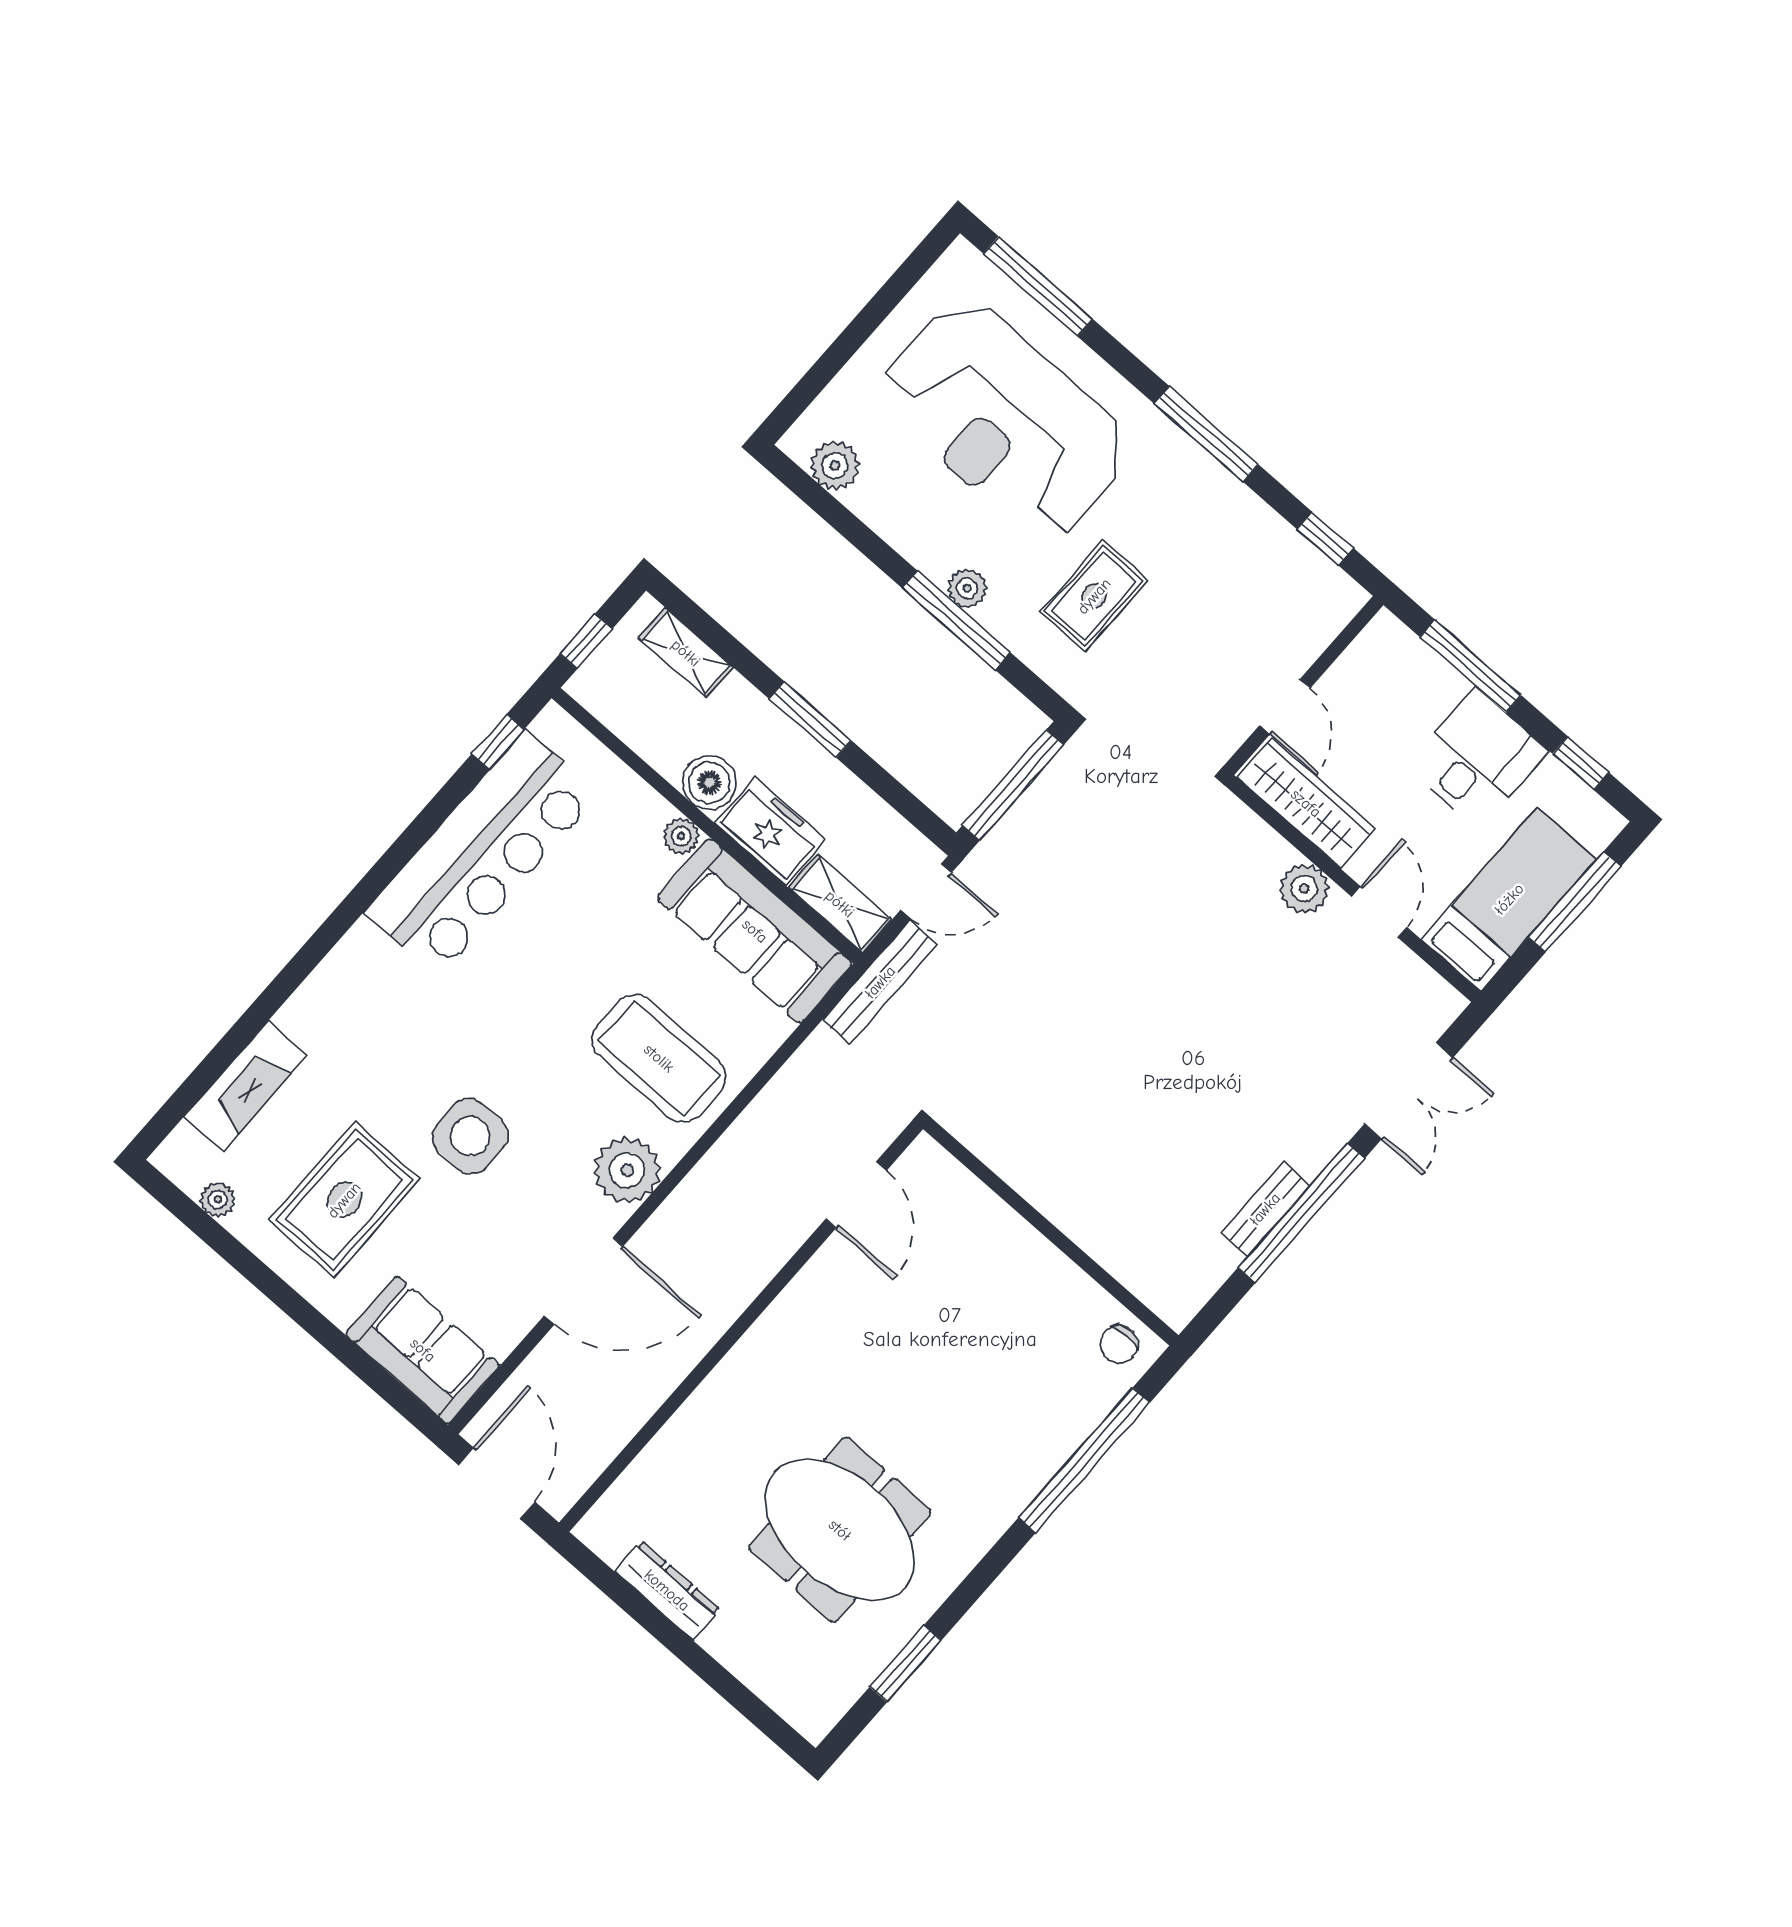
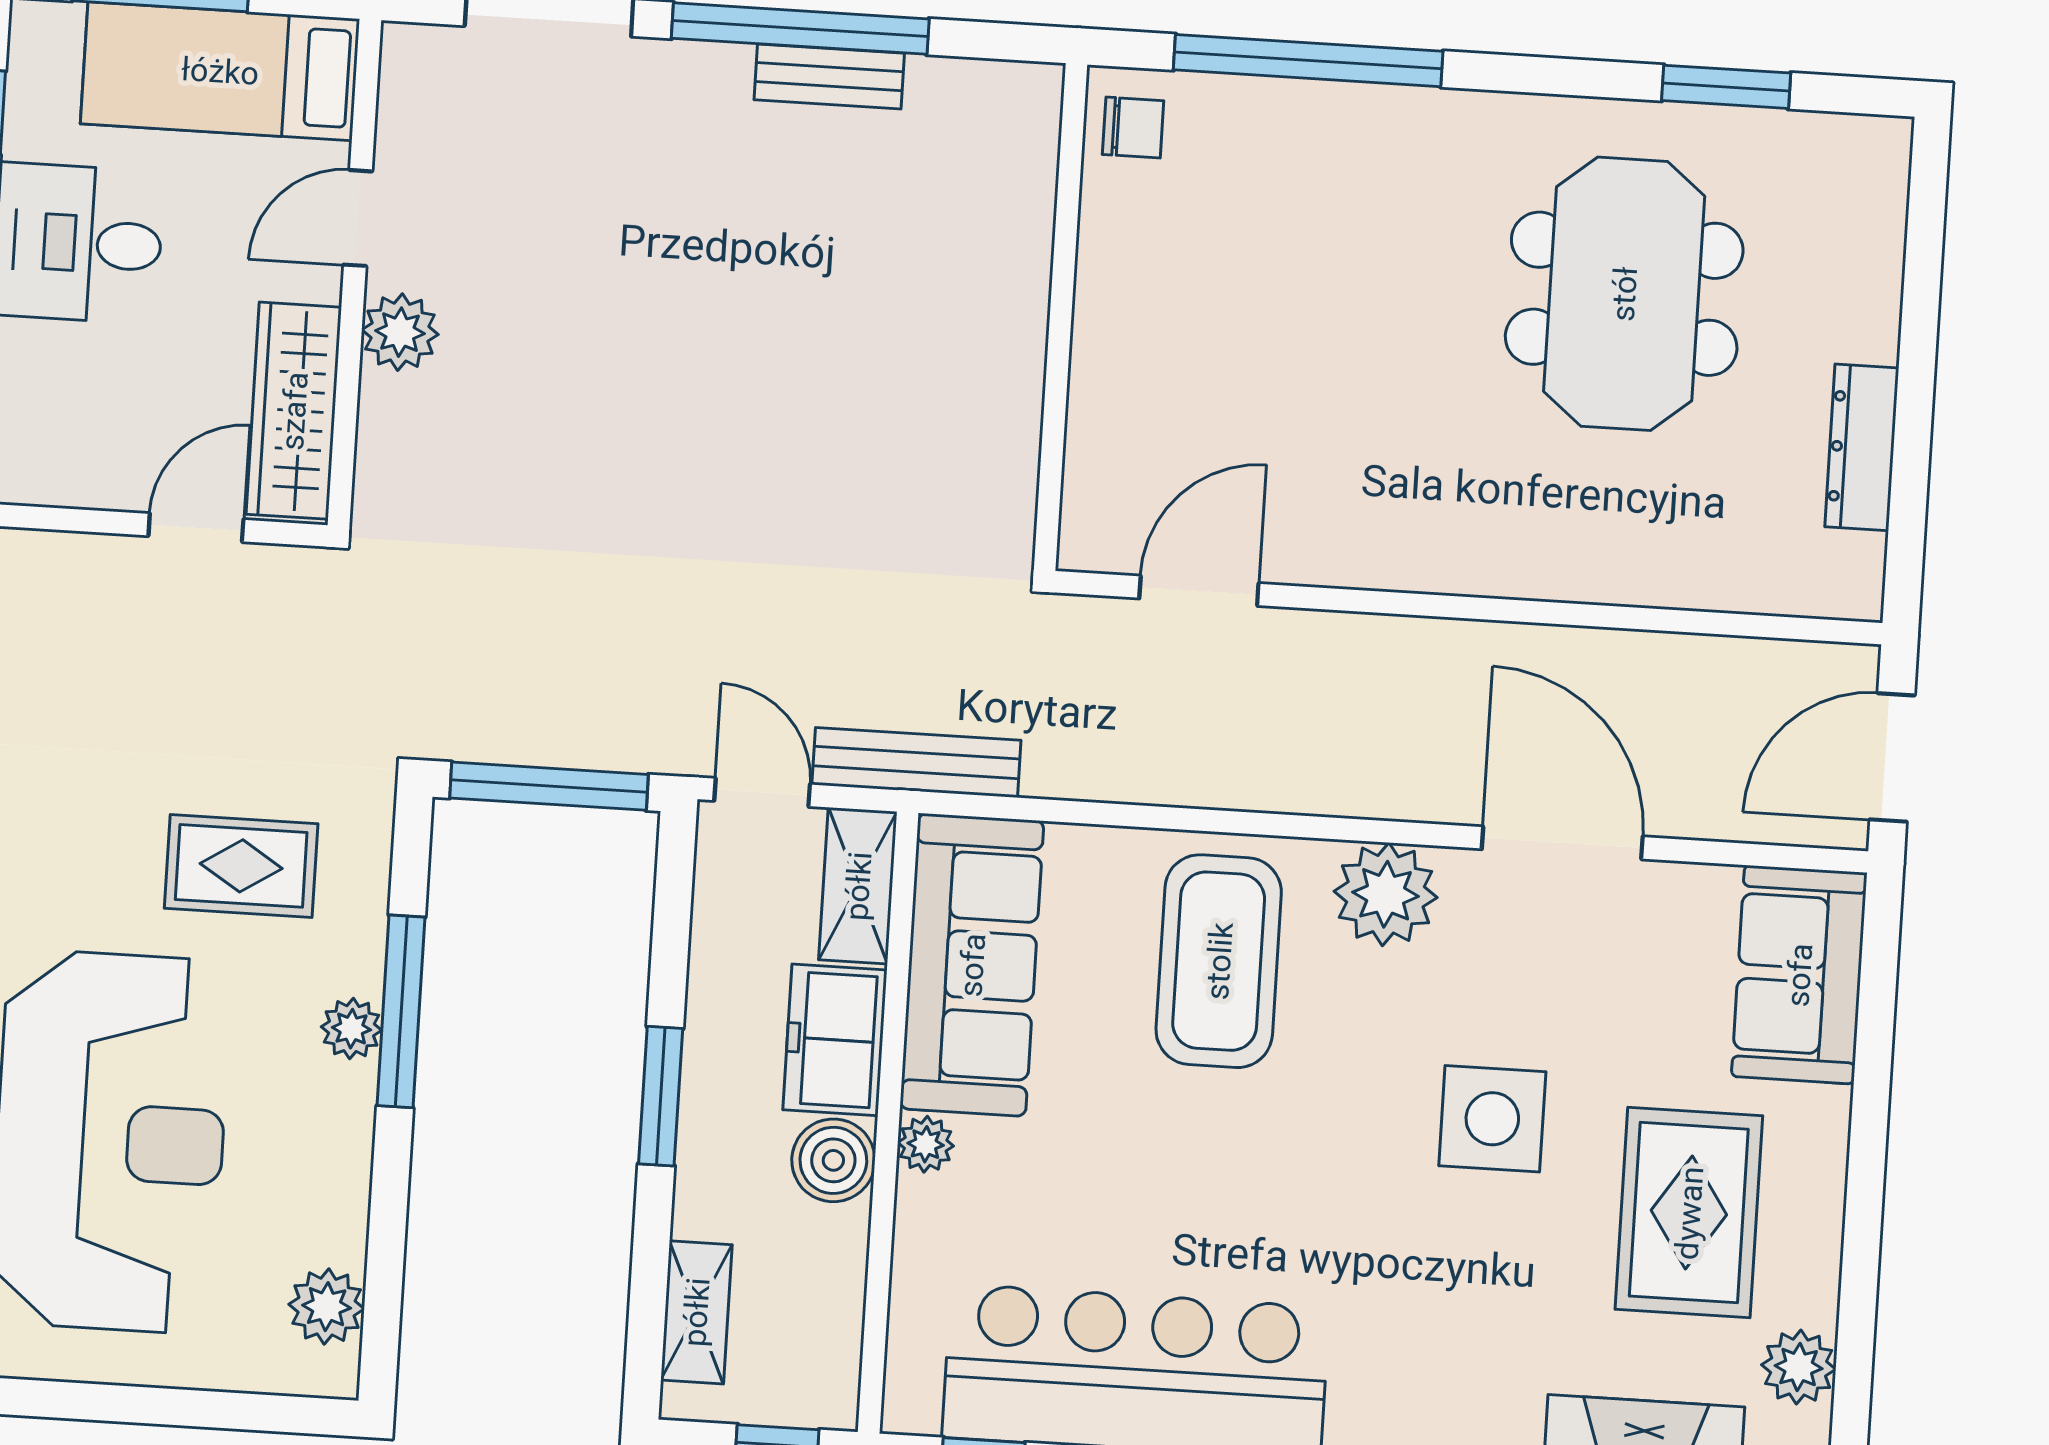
plant: (218, 1200) -> (1799, 1367), width x1.38, depth x1.38
rug: (344, 1200) -> (1689, 1213), turned 90

